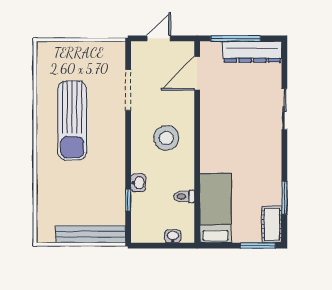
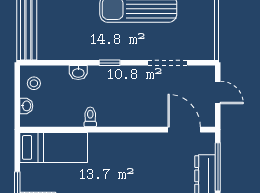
stool: (166, 138) -> (34, 83), moved, width x0.53, depth x0.53
toilet: (184, 196) -> (90, 117), moved
window: (128, 200) -> (110, 63), moved

